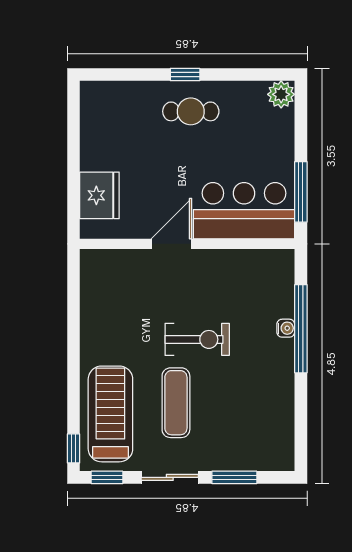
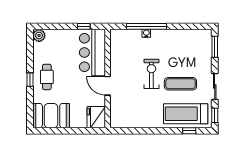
booth: (106, 121) -> (51, 116), added
window: (301, 192) -> (84, 26), width x0.46
fridge: (99, 195) -> (96, 117), moved, turned -90
window: (74, 448) -> (189, 131), moved
window: (234, 477) -> (215, 47), moved

